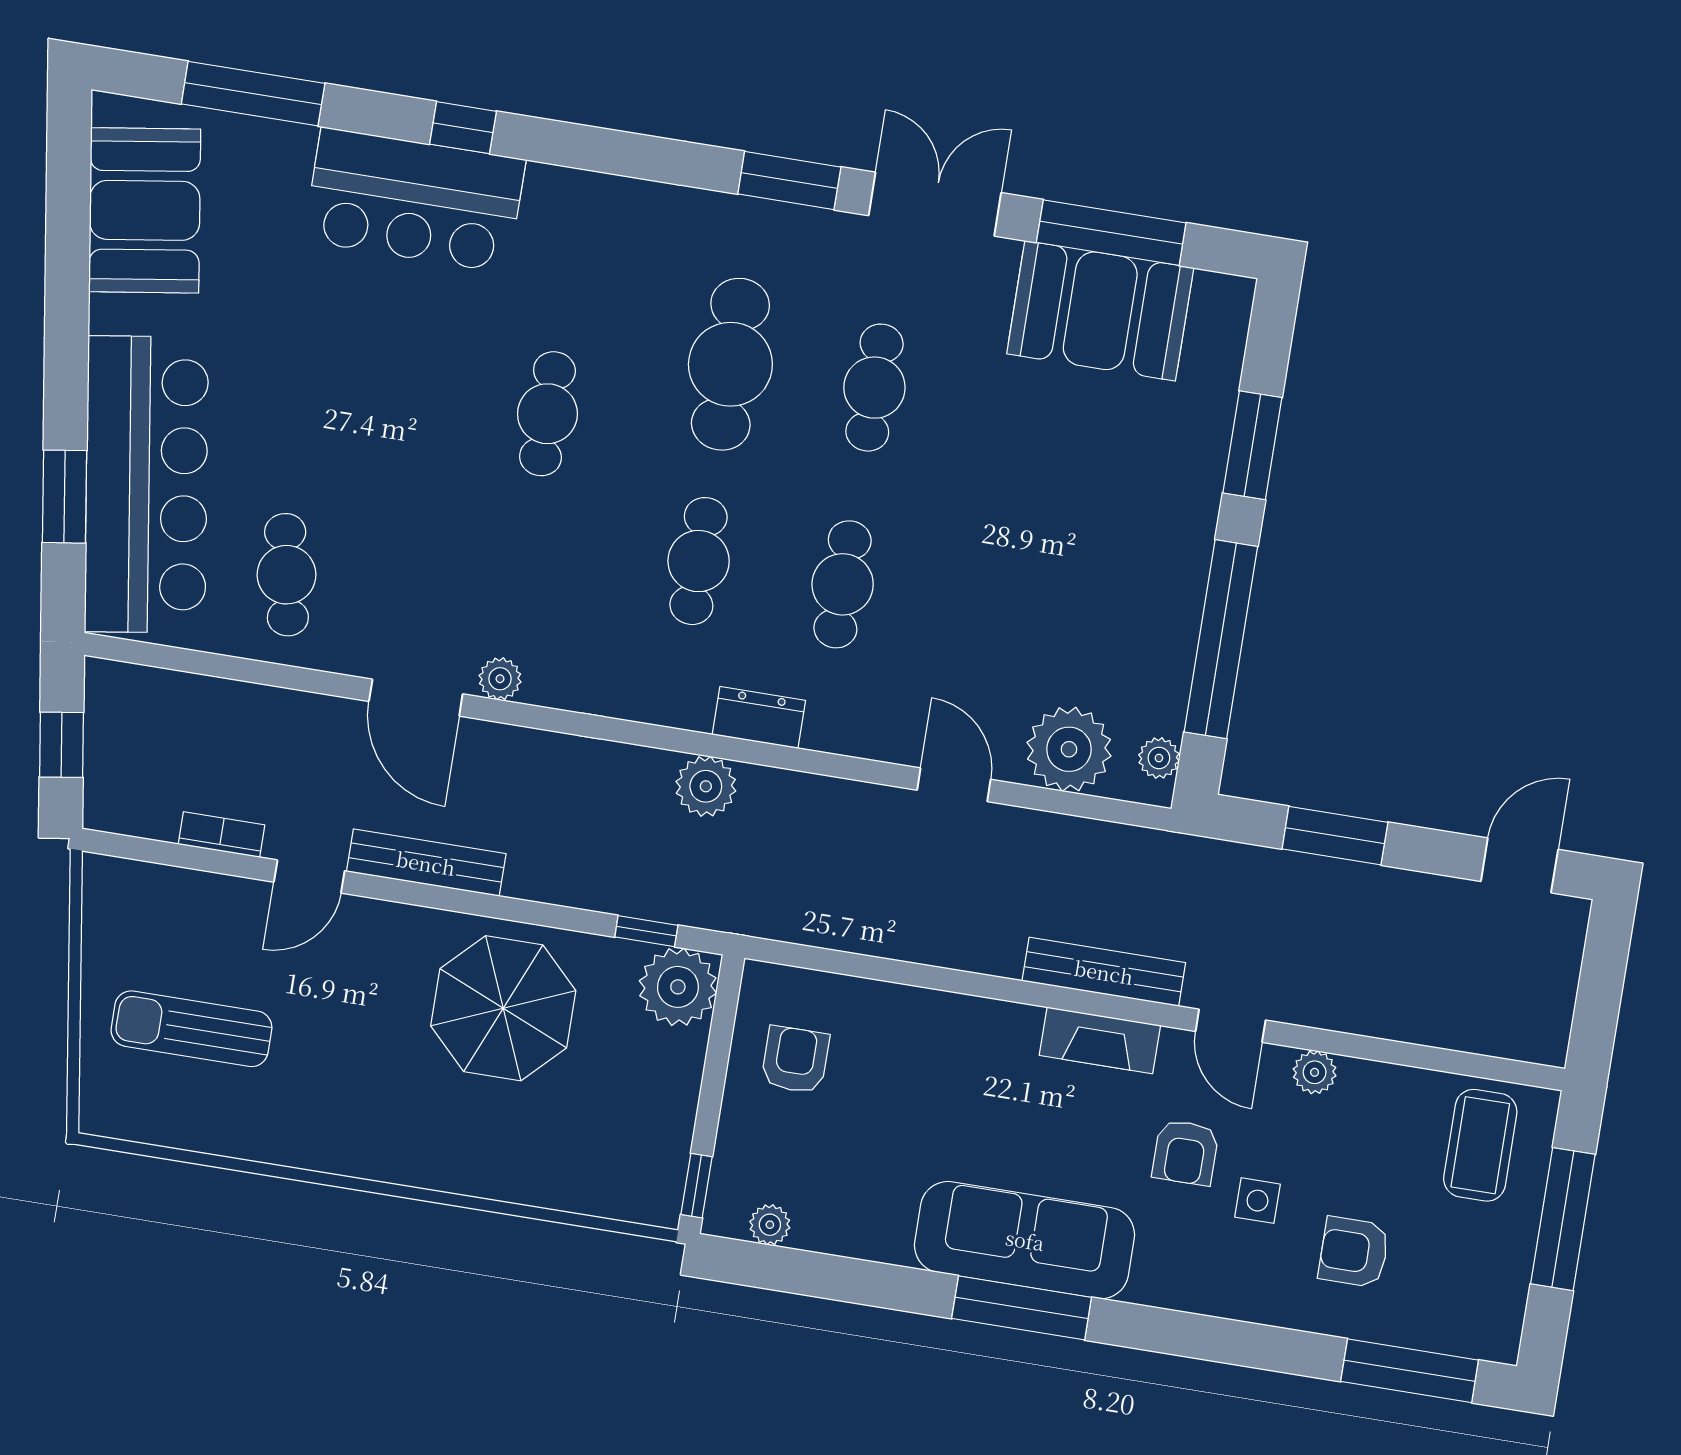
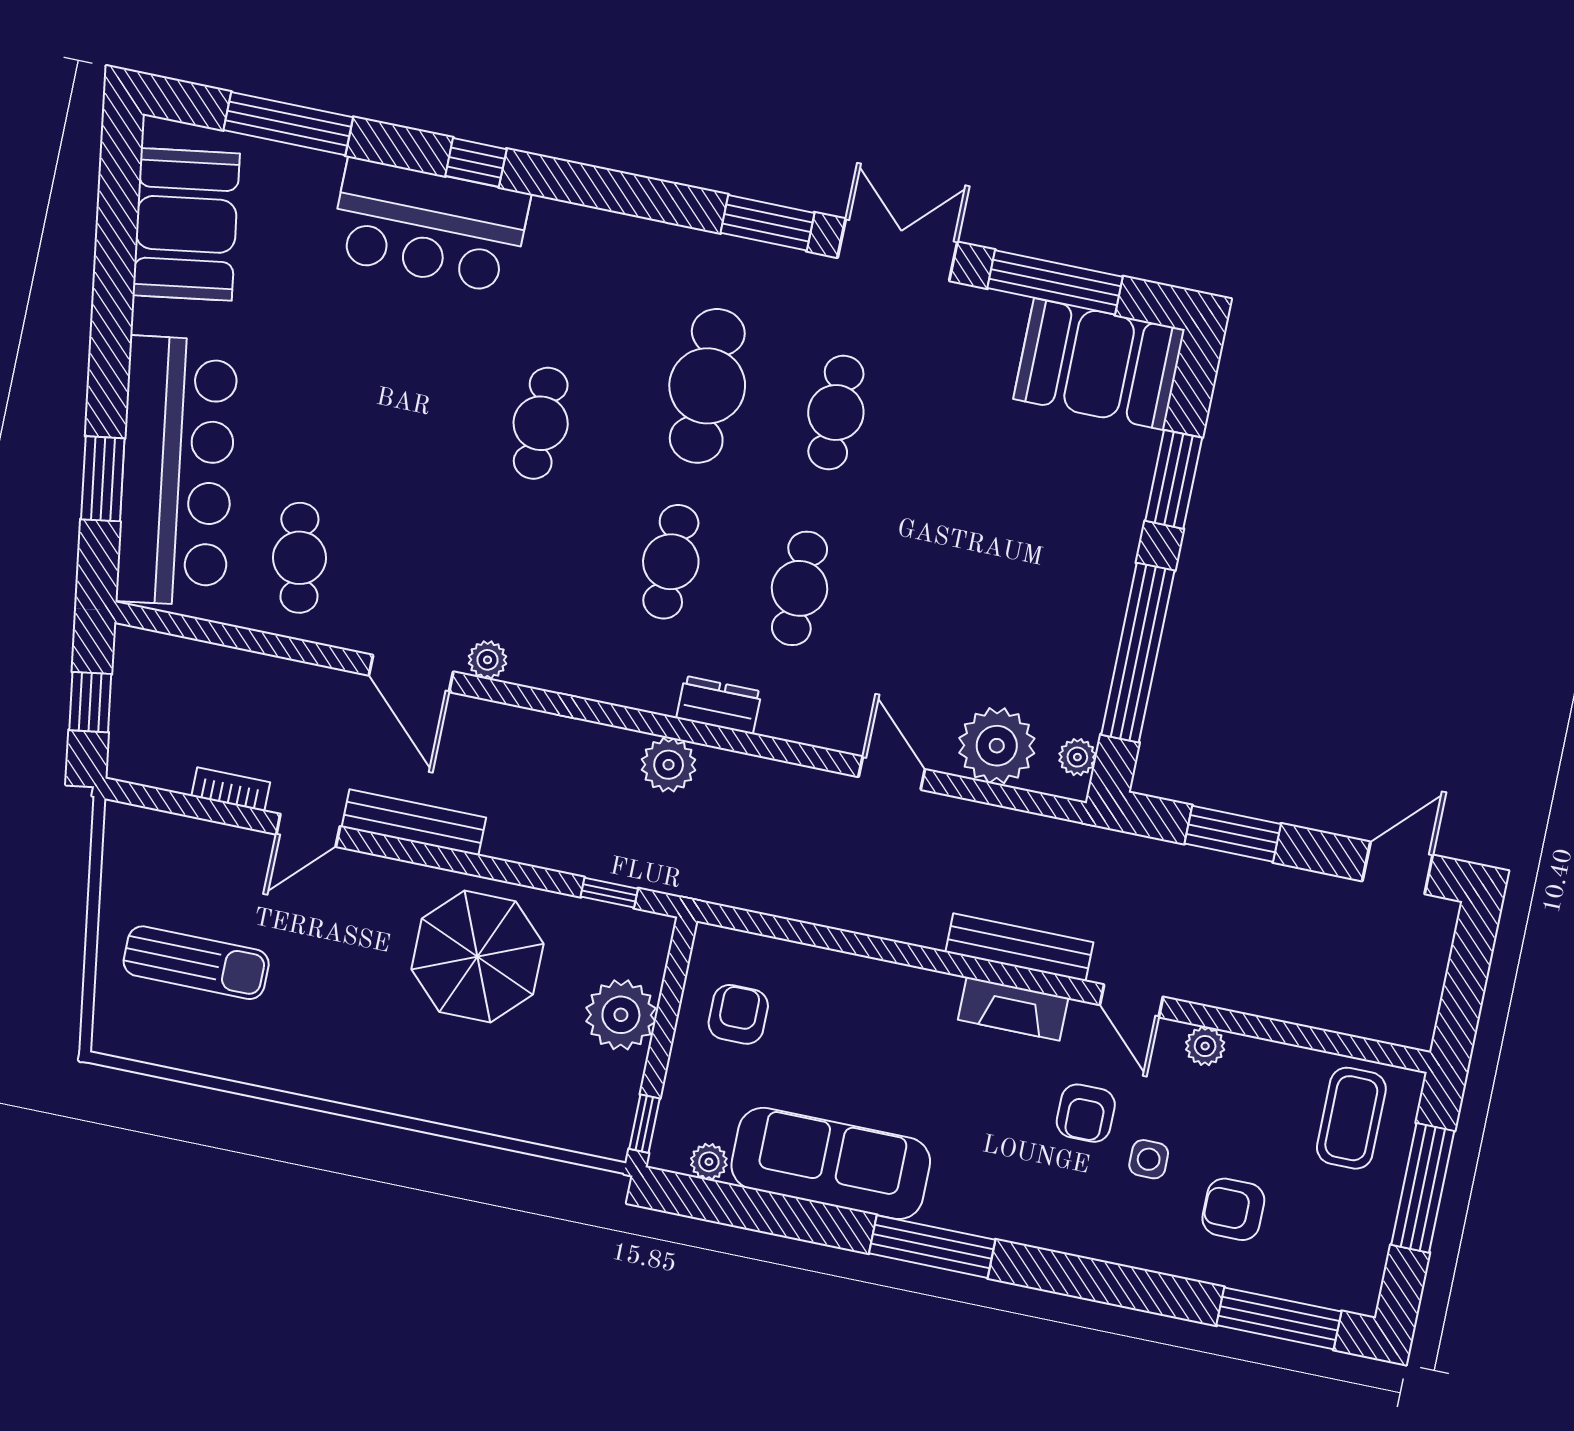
booth: (1100, 311) -> (1099, 364), moved
plant: (678, 987) -> (621, 1015), moved
sun lounger: (191, 1029) -> (196, 963), turned 180
sofa: (1025, 1240) -> (831, 1163), moved

